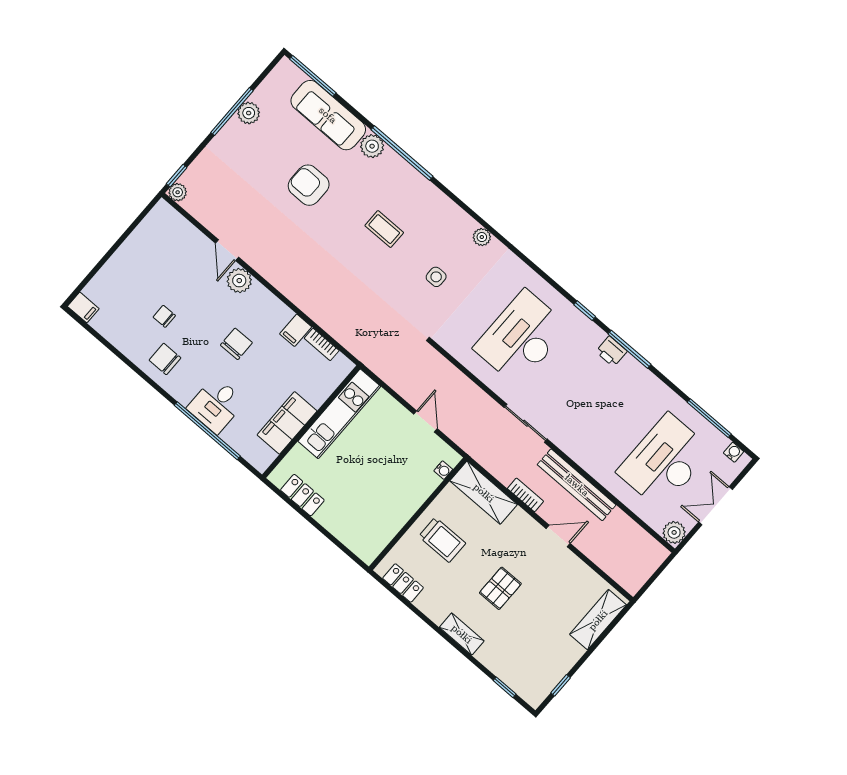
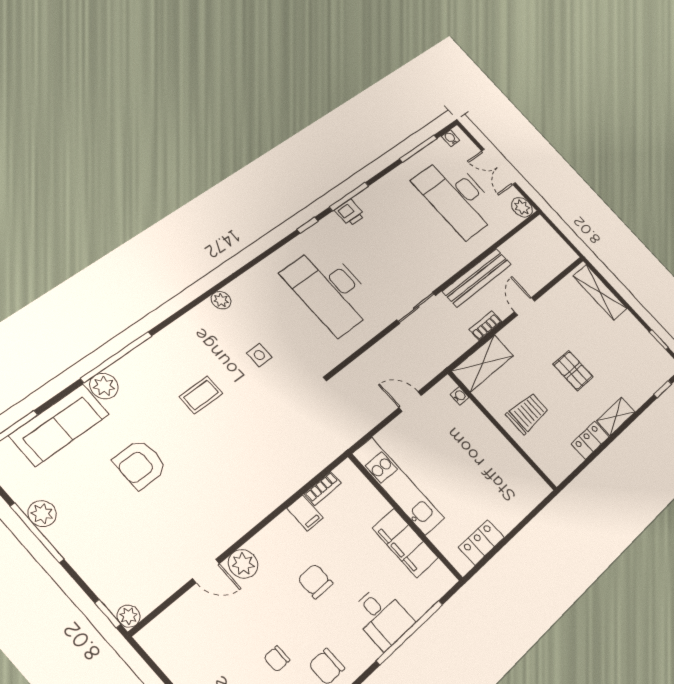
locker: (403, 583) -> (590, 440), moved

